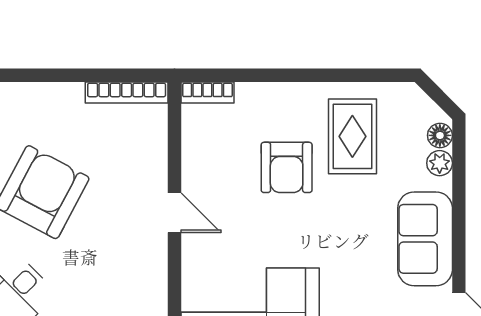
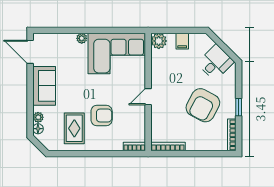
armchair: (287, 167) -> (102, 115), turned 90
door: (174, 213) -> (148, 97), hinge flipped

